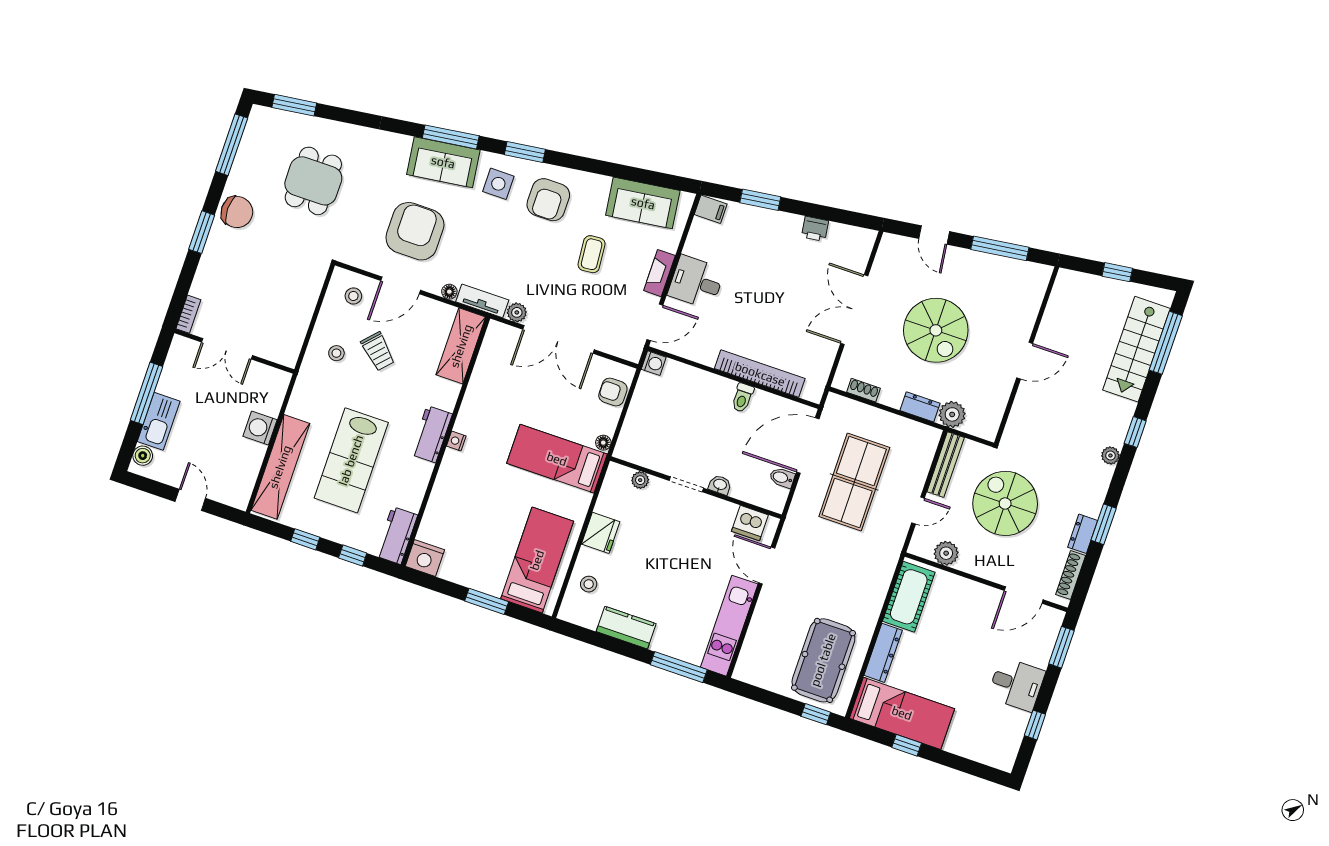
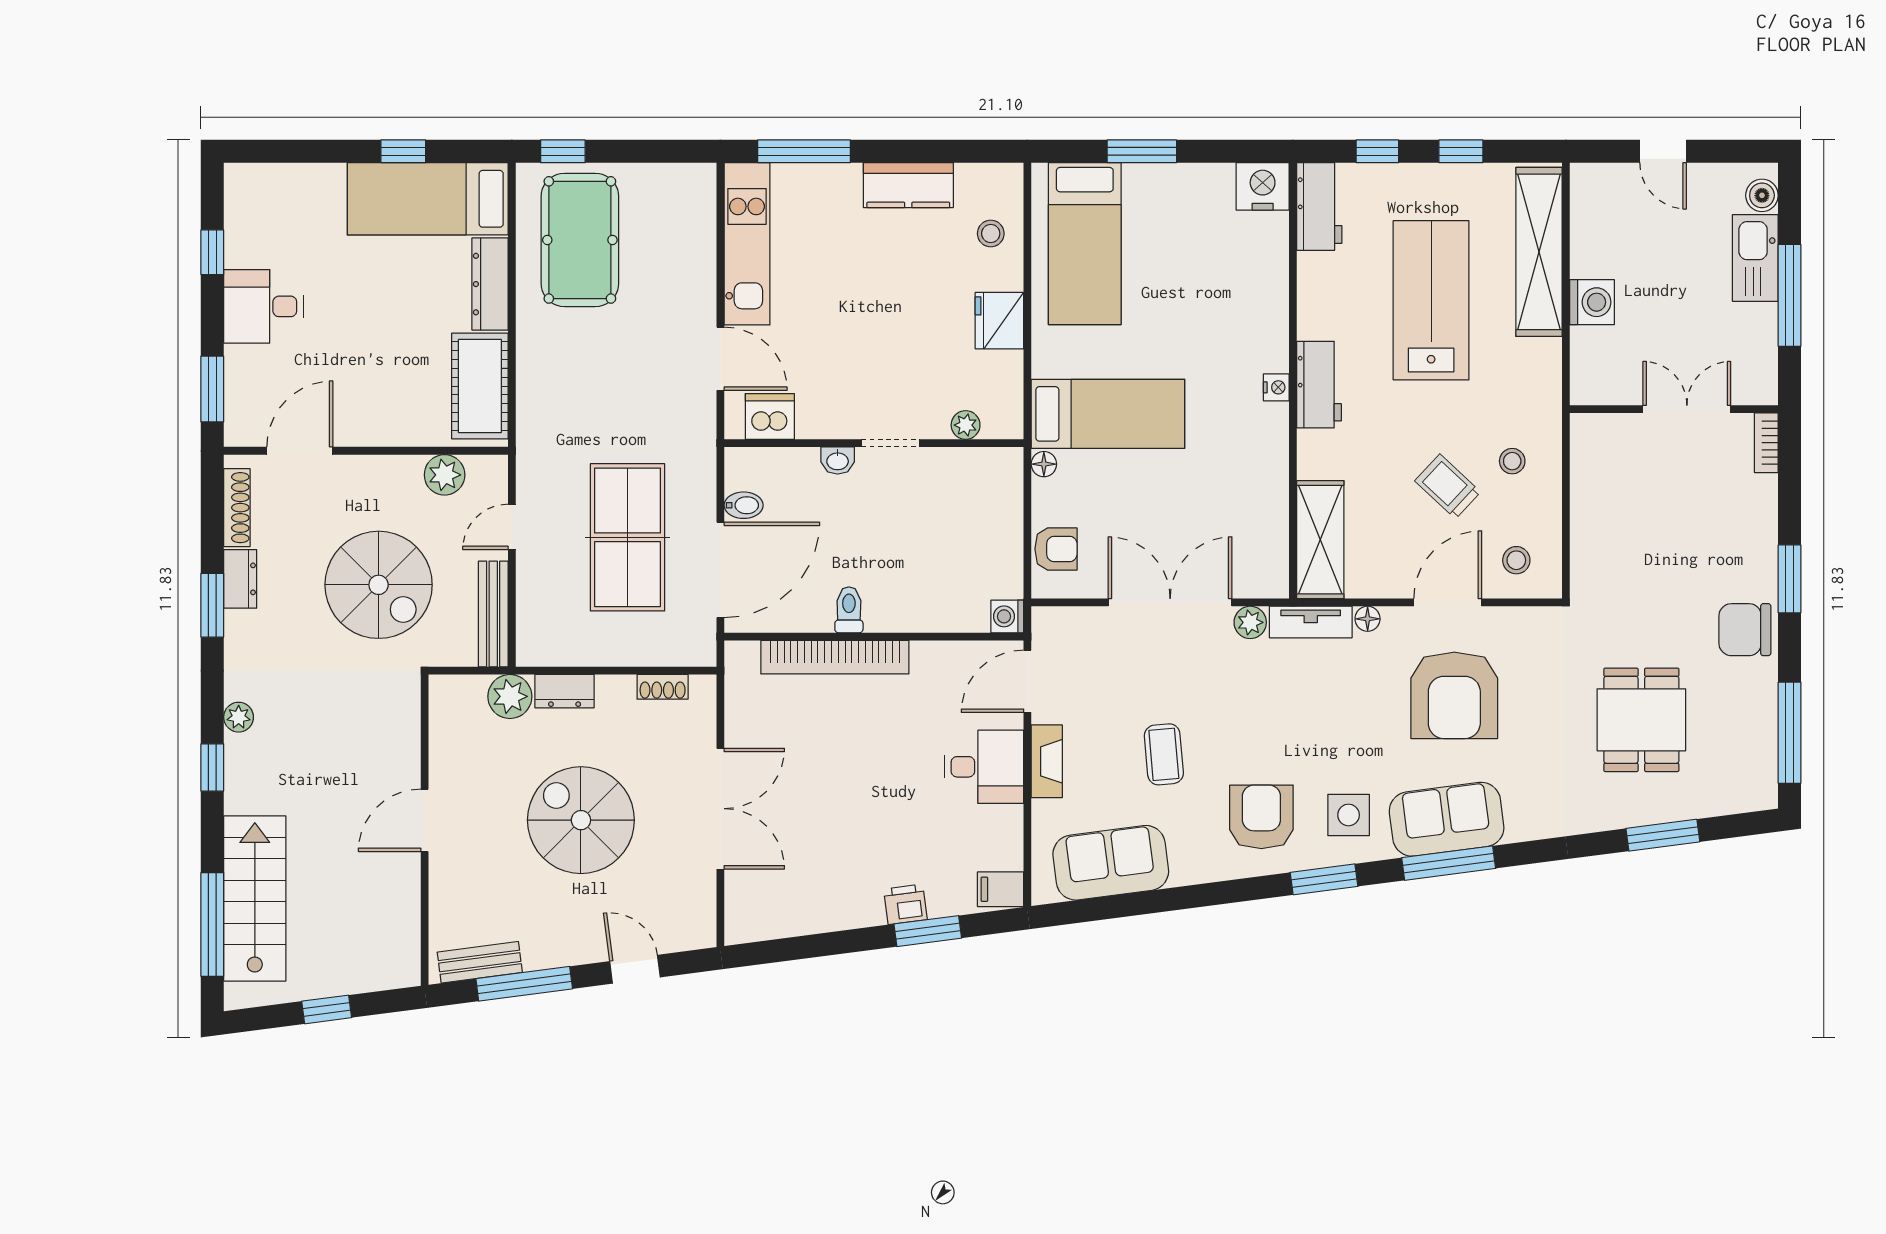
window: (294, 105) -> (1663, 835), moved
printer: (815, 229) -> (905, 904), moved
bench: (1021, 269) -> (480, 962), added

